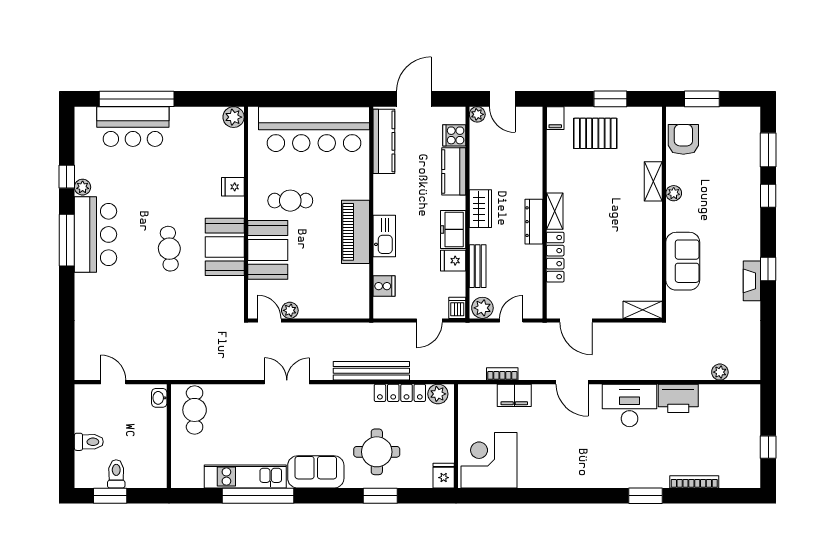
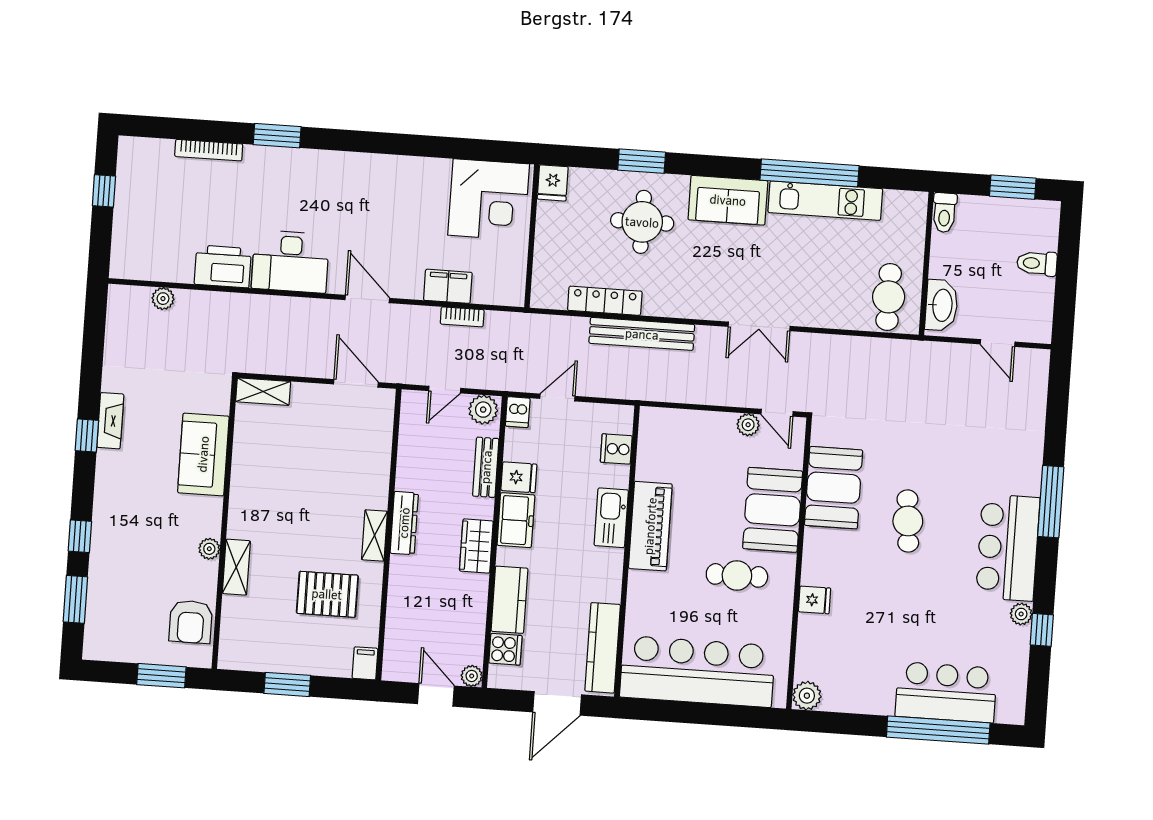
pallet: (595, 133) -> (327, 594), moved
window: (67, 240) -> (1051, 502), moved
booth: (225, 247) -> (834, 488), moved
locker: (555, 257) -> (378, 472), removed
plant: (438, 394) -> (553, 296), removed
washbasin: (159, 398) -> (942, 305), width x1.91, depth x1.45
toilet: (116, 474) -> (944, 213), moved

